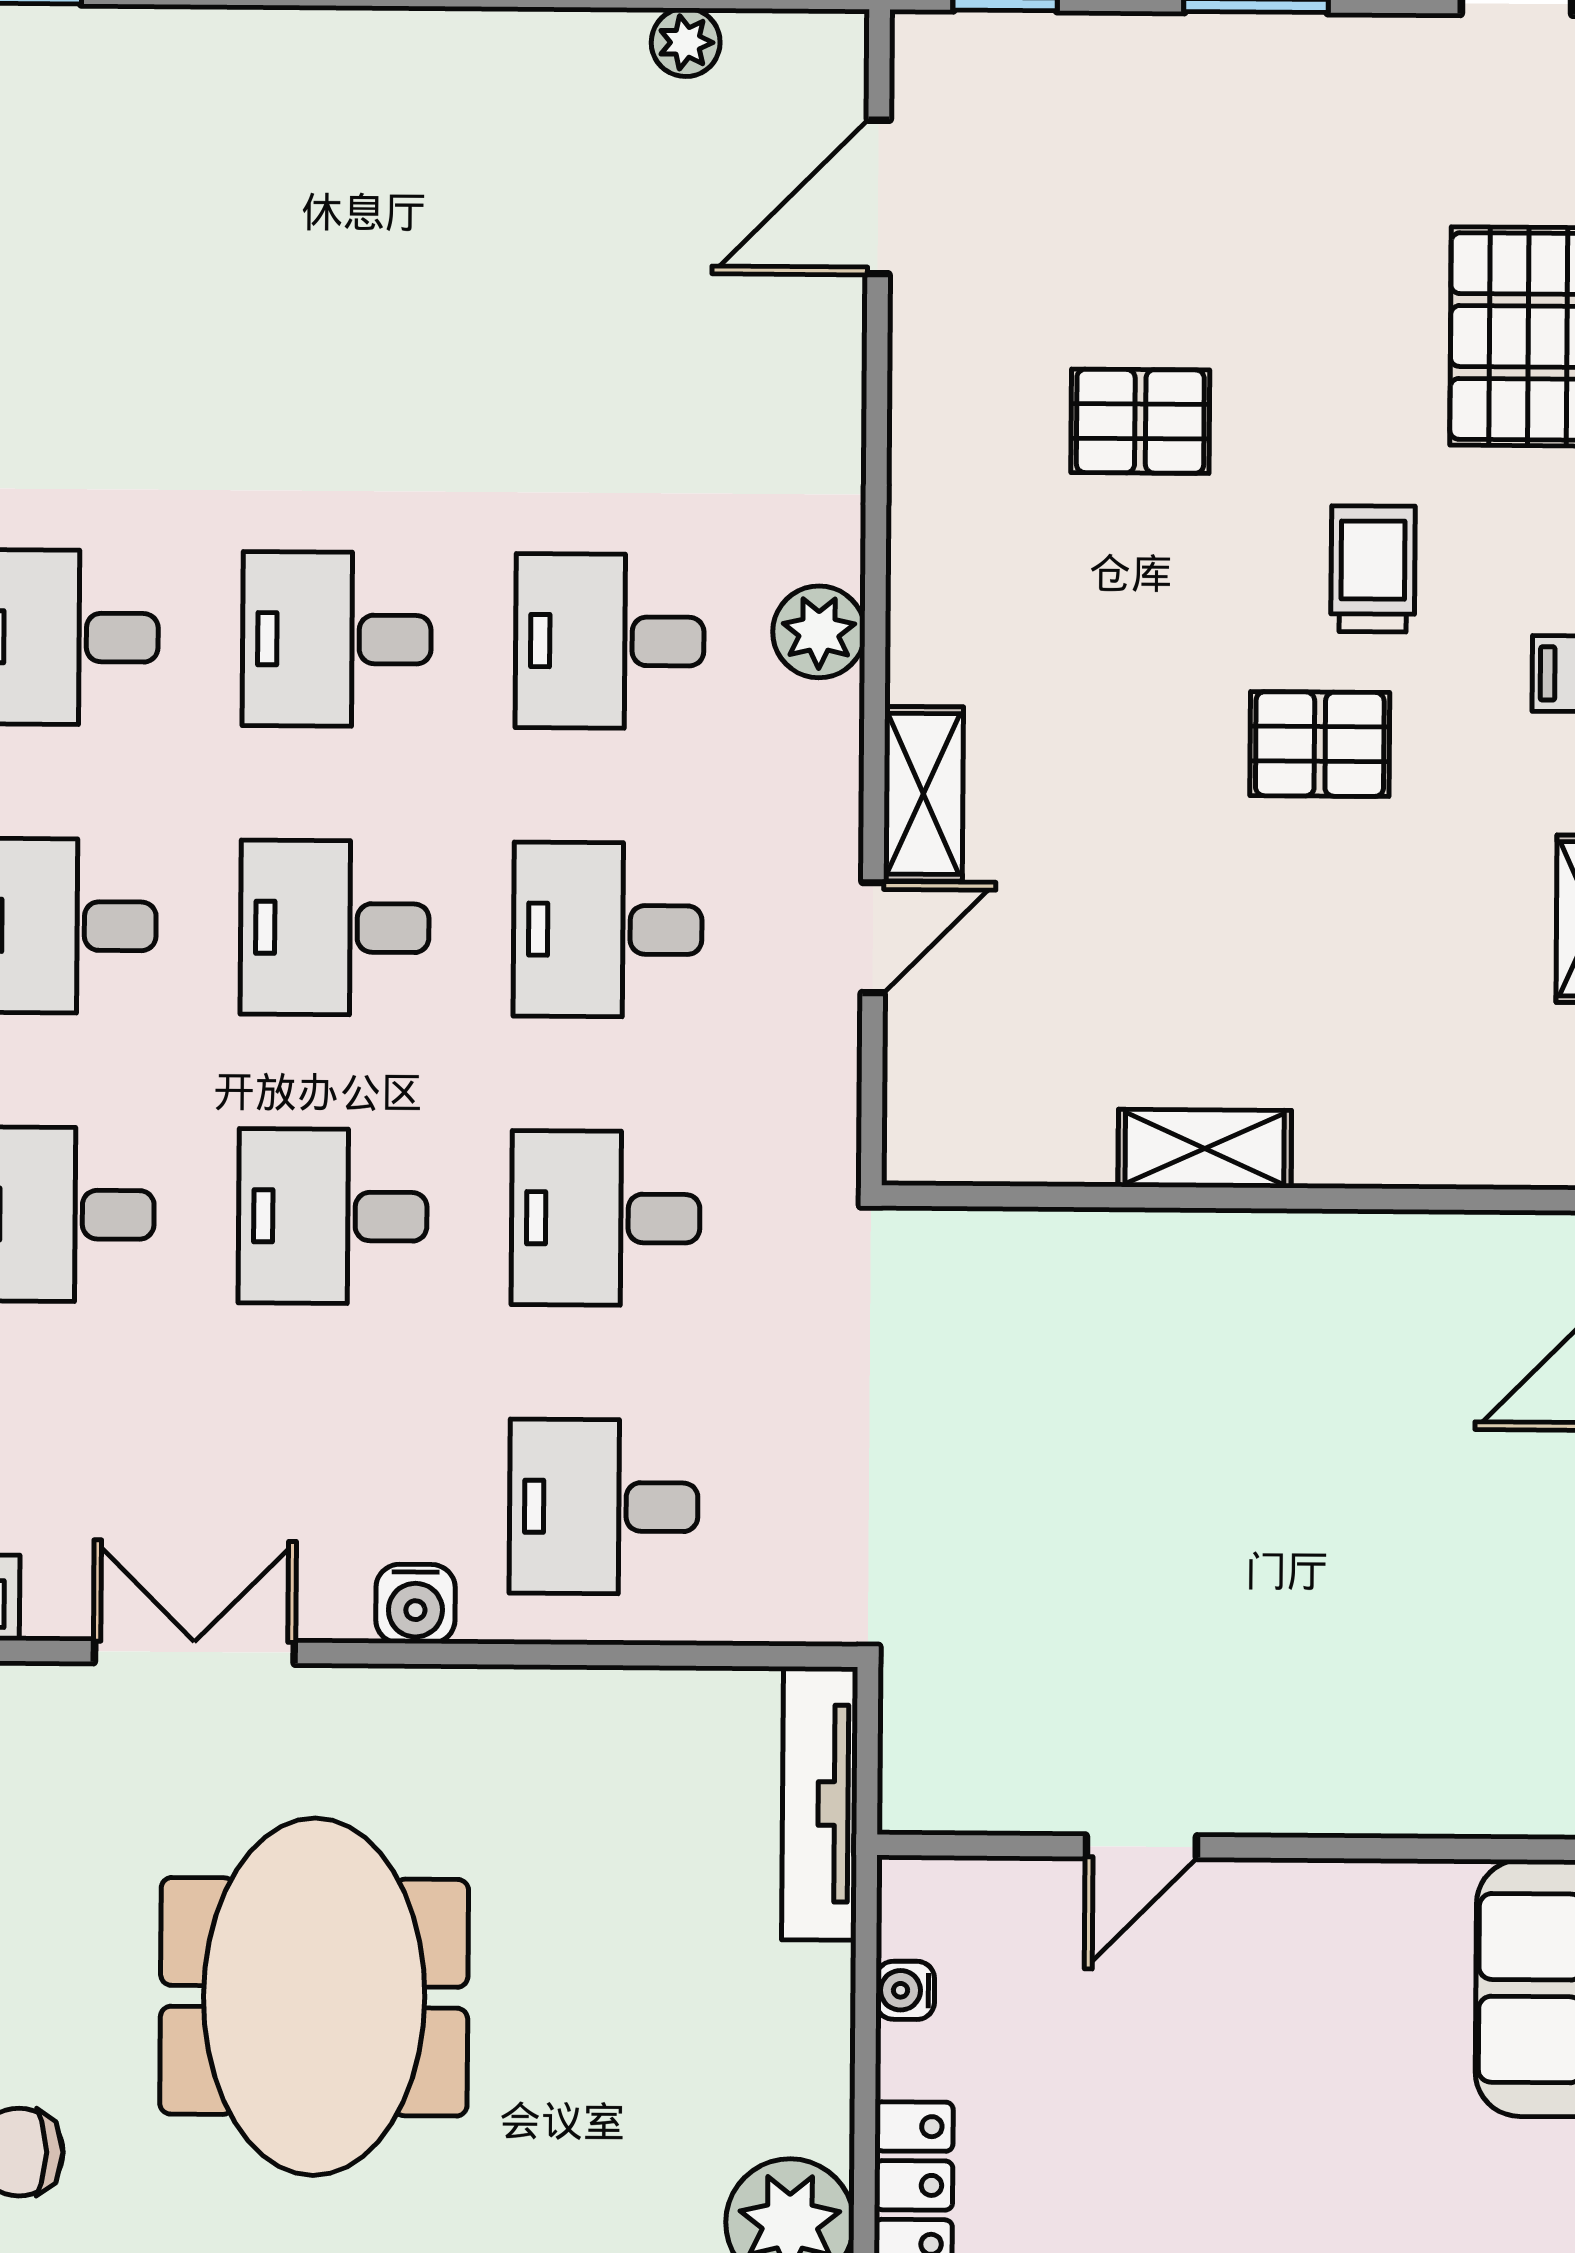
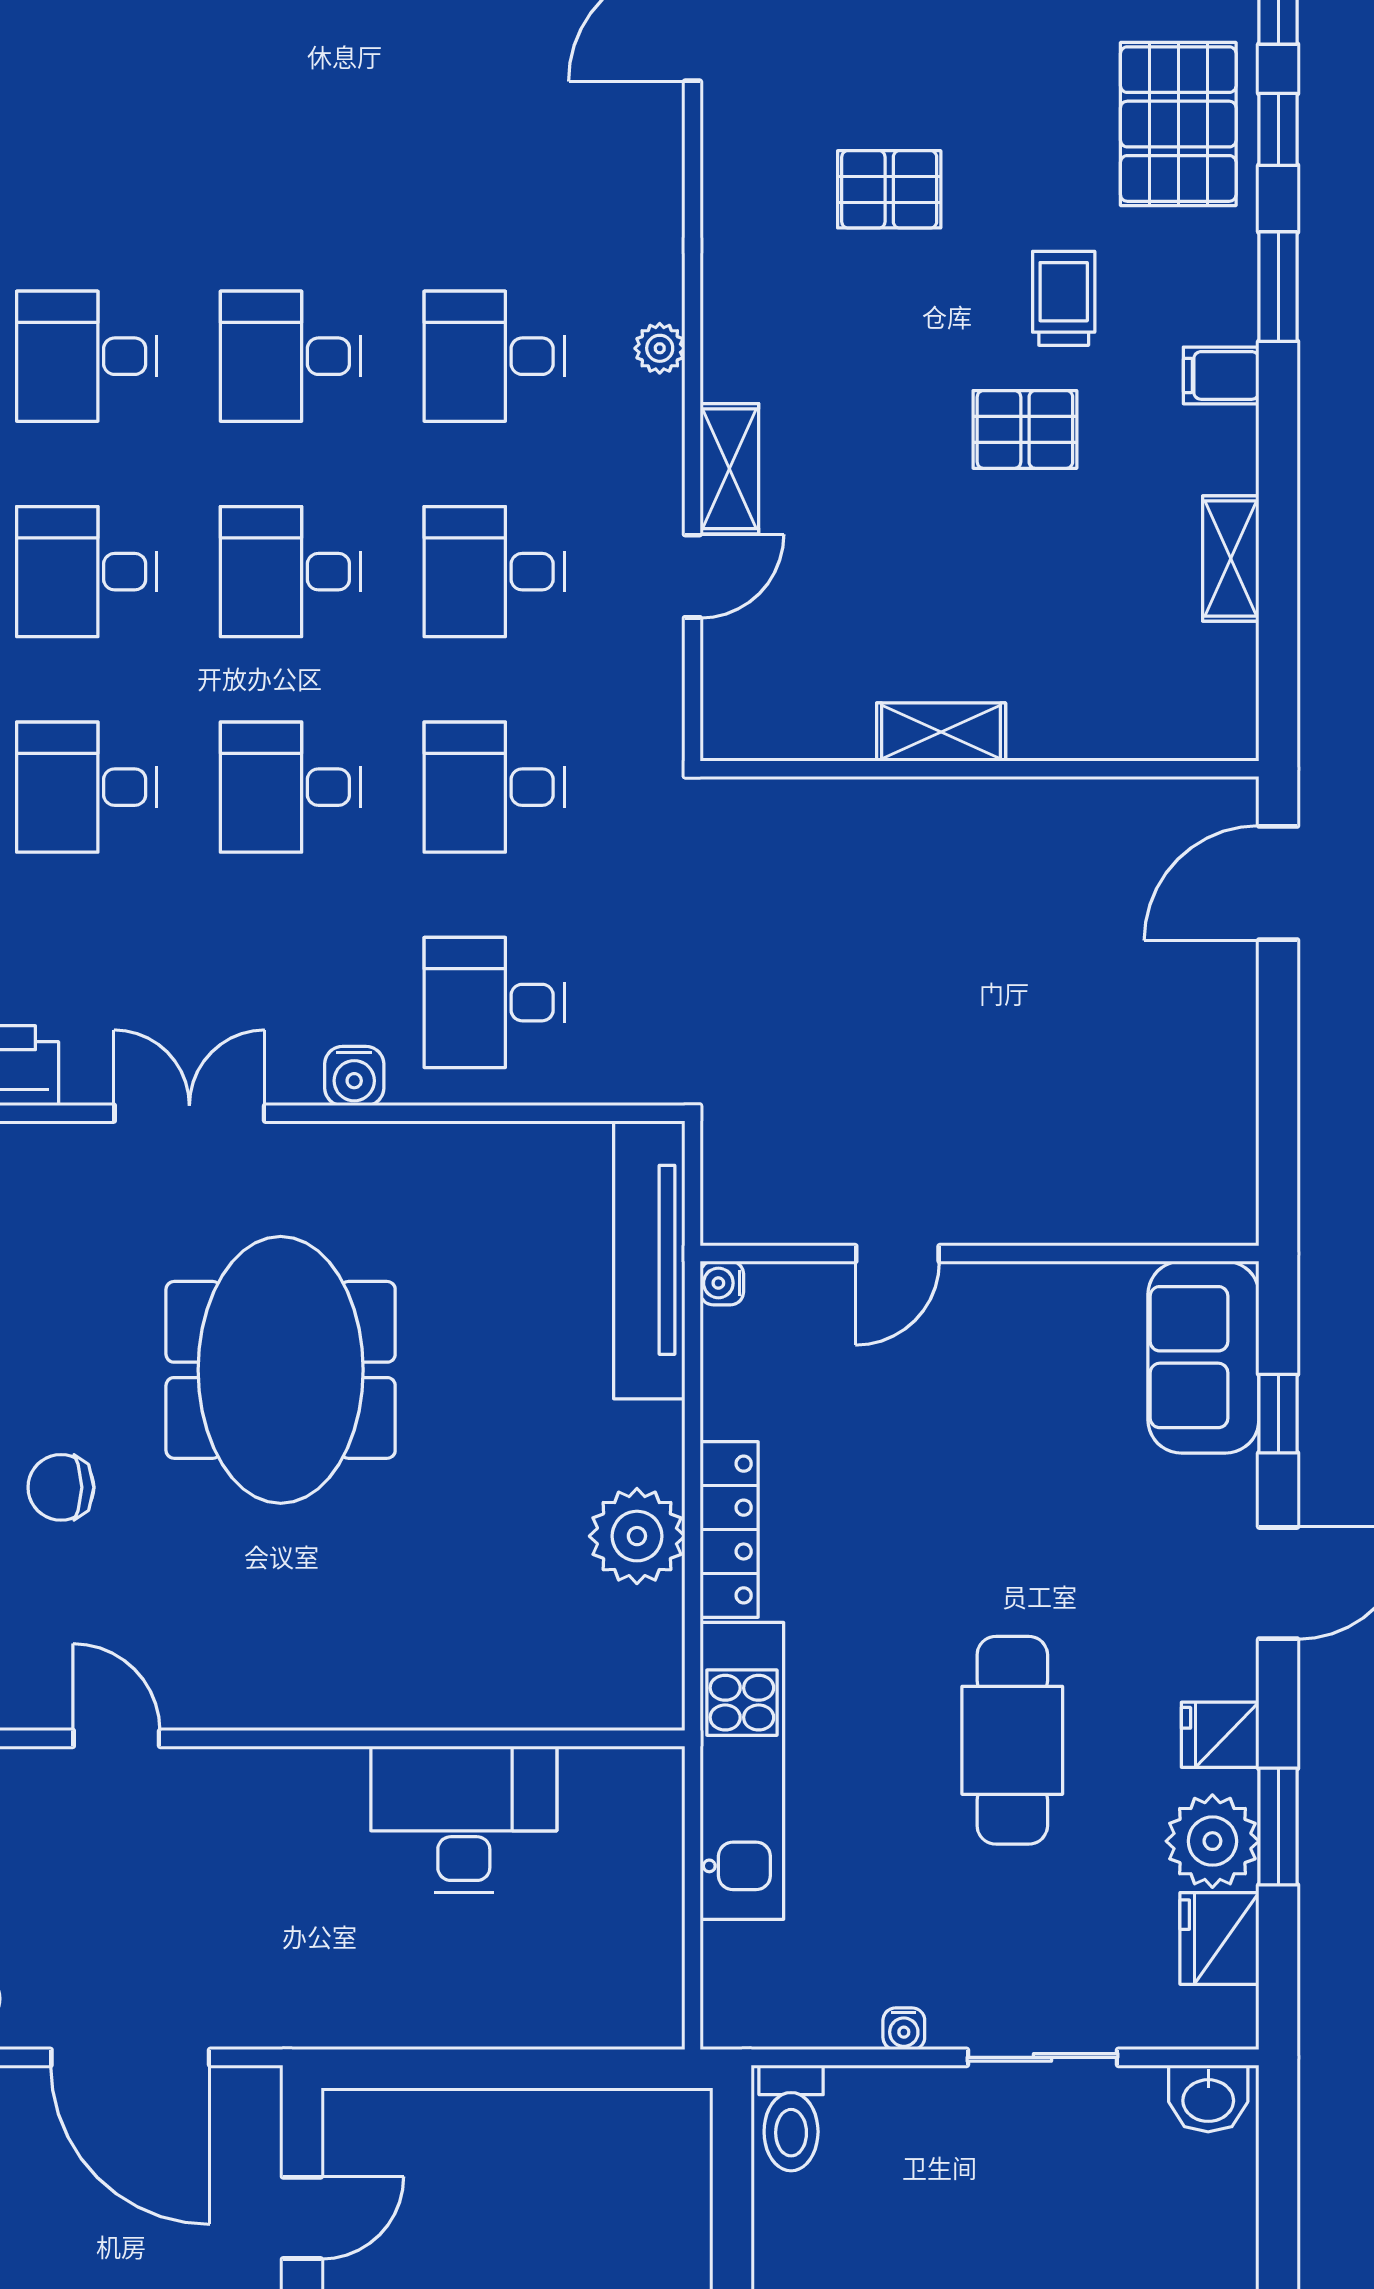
plant: (819, 632) -> (660, 348), width x0.73, depth x0.73
tv unit: (820, 1803) -> (649, 1260), width x1.36, depth x1.29
water cooler: (905, 1990) -> (722, 1283), moved

